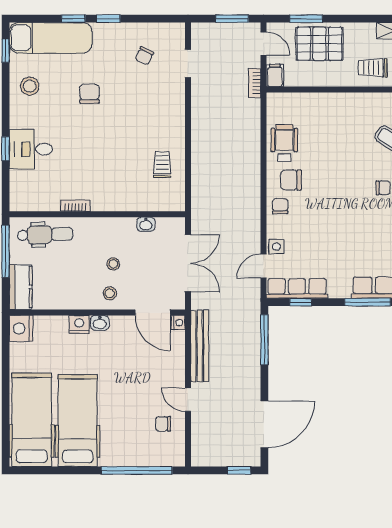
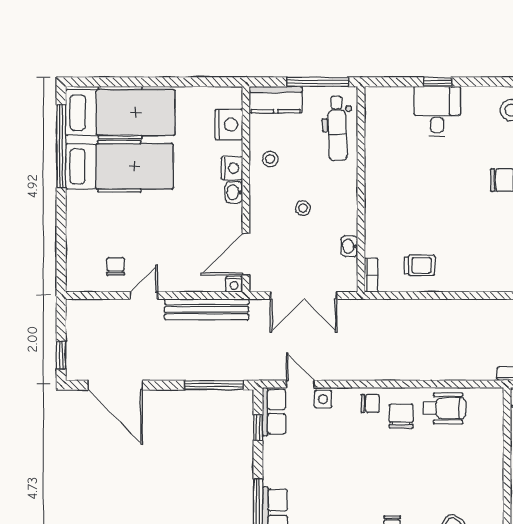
bookcase: (75, 206) -> (371, 275), moved
row of seats: (297, 288) -> (274, 412), width x0.68
stool: (110, 293) -> (270, 159), moved
nightstand: (21, 328) -> (229, 125), moved, turned 90
window: (137, 470) -> (61, 146), moved

